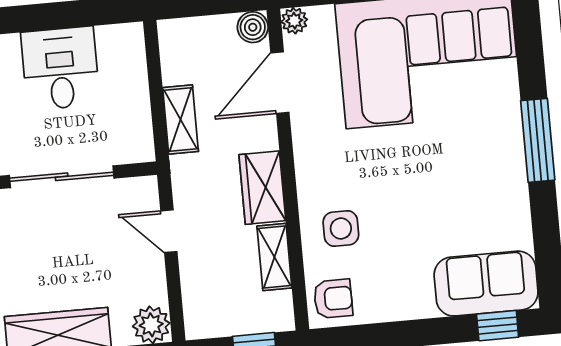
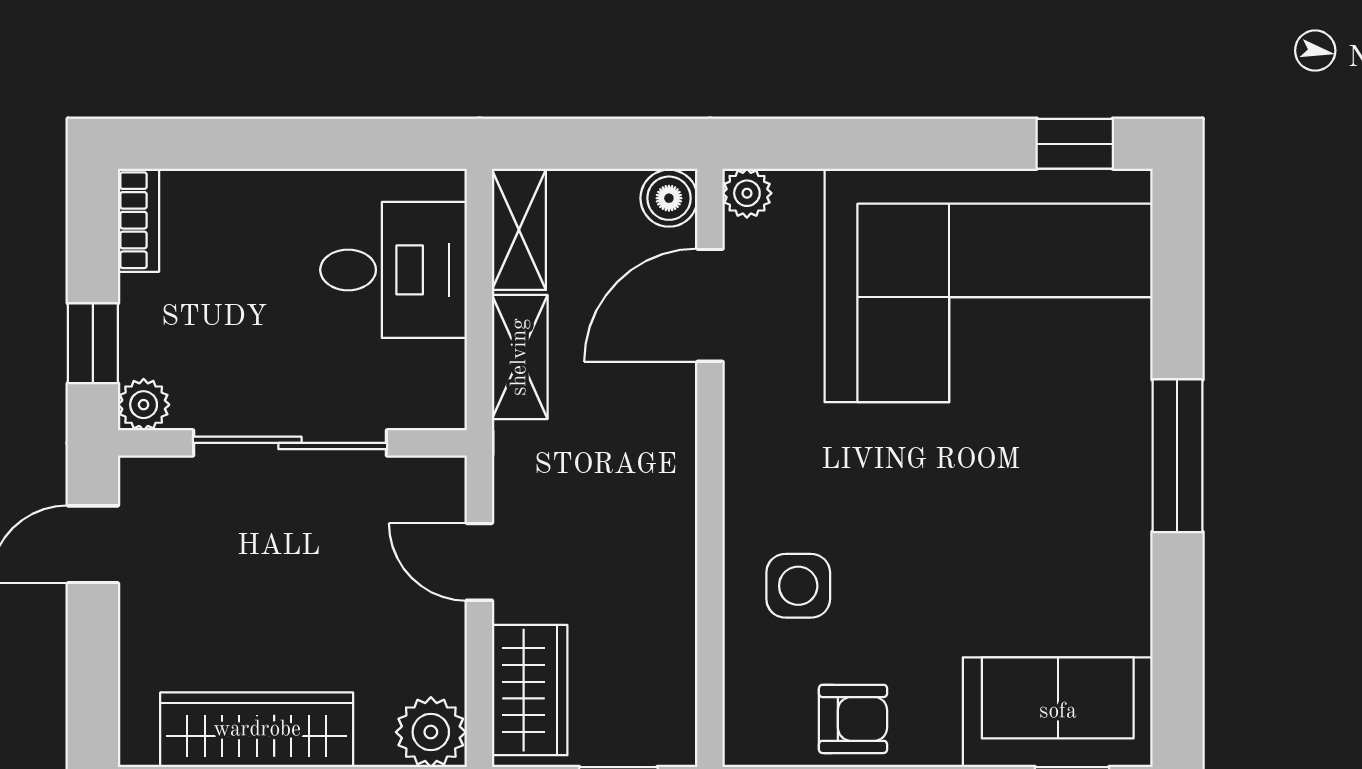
desk: (60, 68) -> (394, 270), moved, turned 90
wardrobe: (262, 188) -> (530, 690), moved, turned 180
shelving: (274, 257) -> (519, 230), moved
armchair: (333, 299) -> (853, 719), moved

